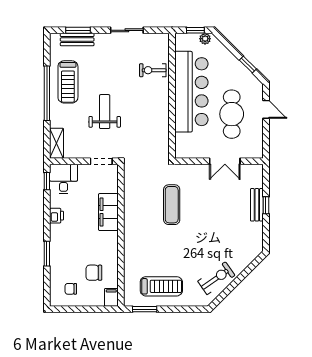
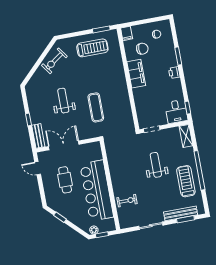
bench: (77, 39) -> (181, 213), width x1.36
door: (266, 109) -> (38, 168), moved
weight bench: (105, 112) -> (156, 165), turned 180
cafe table: (232, 114) -> (65, 180), width x0.73, depth x0.74
double door: (225, 161) -> (64, 145), width x1.37
bench: (257, 205) -> (38, 136), moved
filing cabinet: (108, 212) -> (136, 74), moved
printer: (57, 216) -> (174, 73), moved
weight bench: (214, 222) -> (63, 101), added
treadmill: (161, 286) -> (92, 48), turned 180

